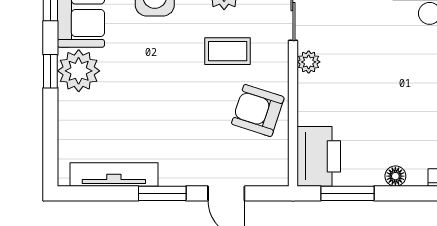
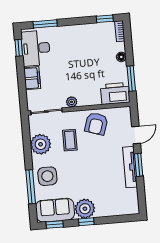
tv unit: (114, 175) -> (130, 167), moved

